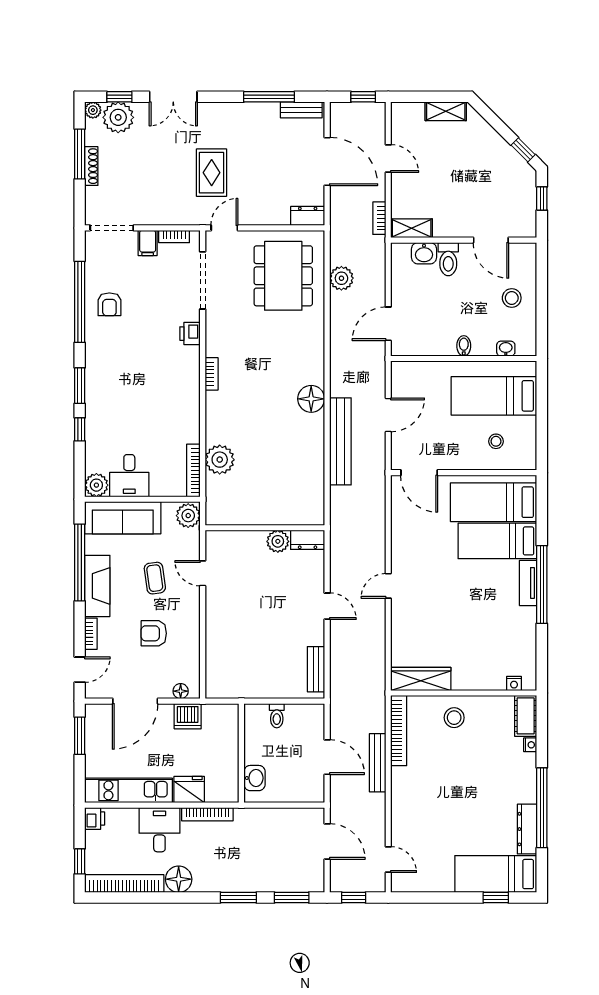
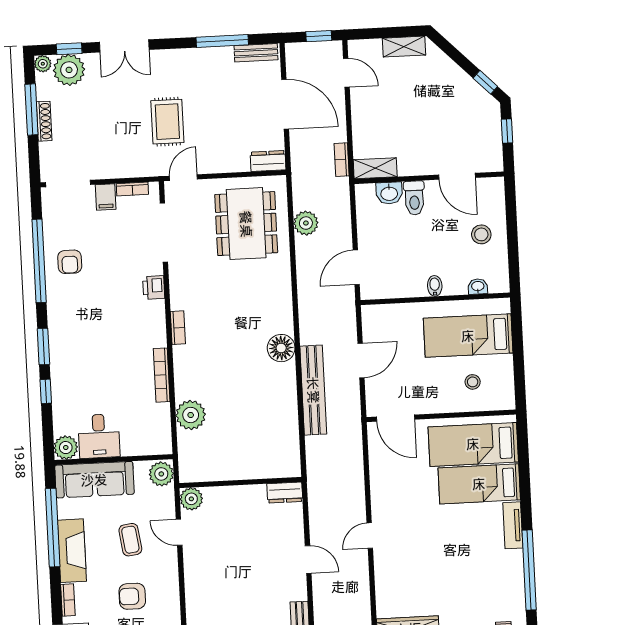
door: (388, 158) -> (346, 73), moved
bookcase: (193, 470) -> (162, 375), moved
plant: (278, 541) -> (191, 499), moved
window: (542, 584) -> (529, 570), moved

